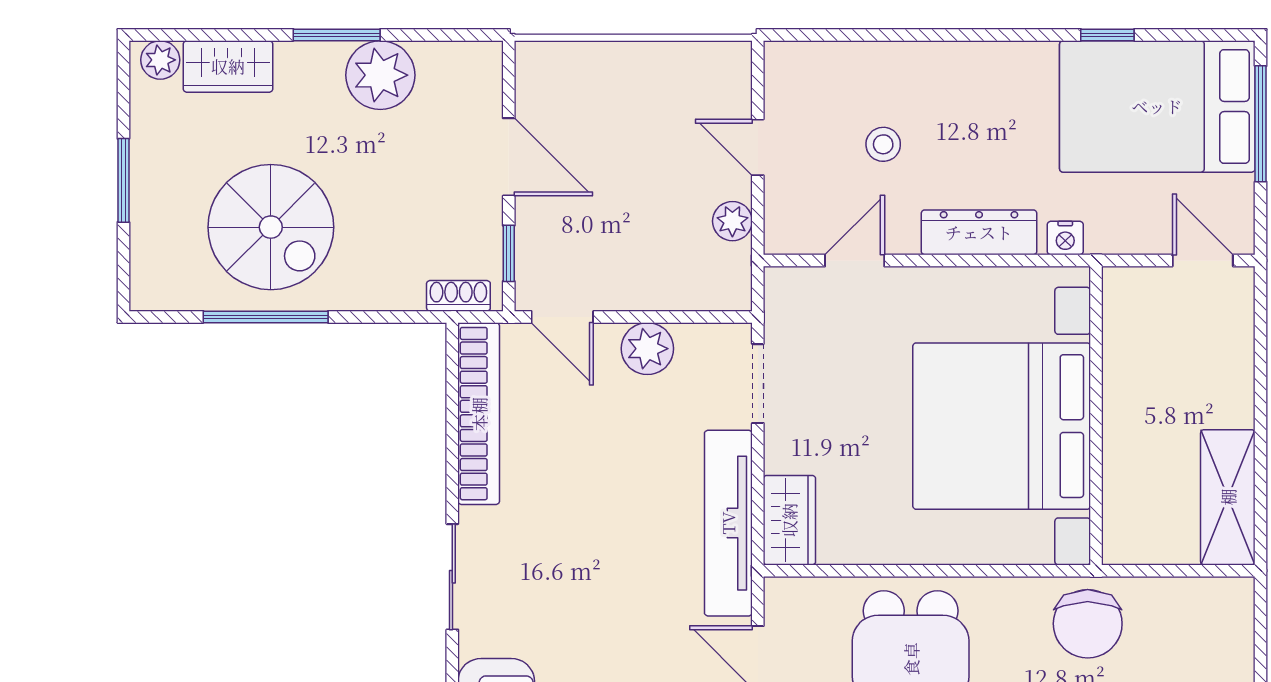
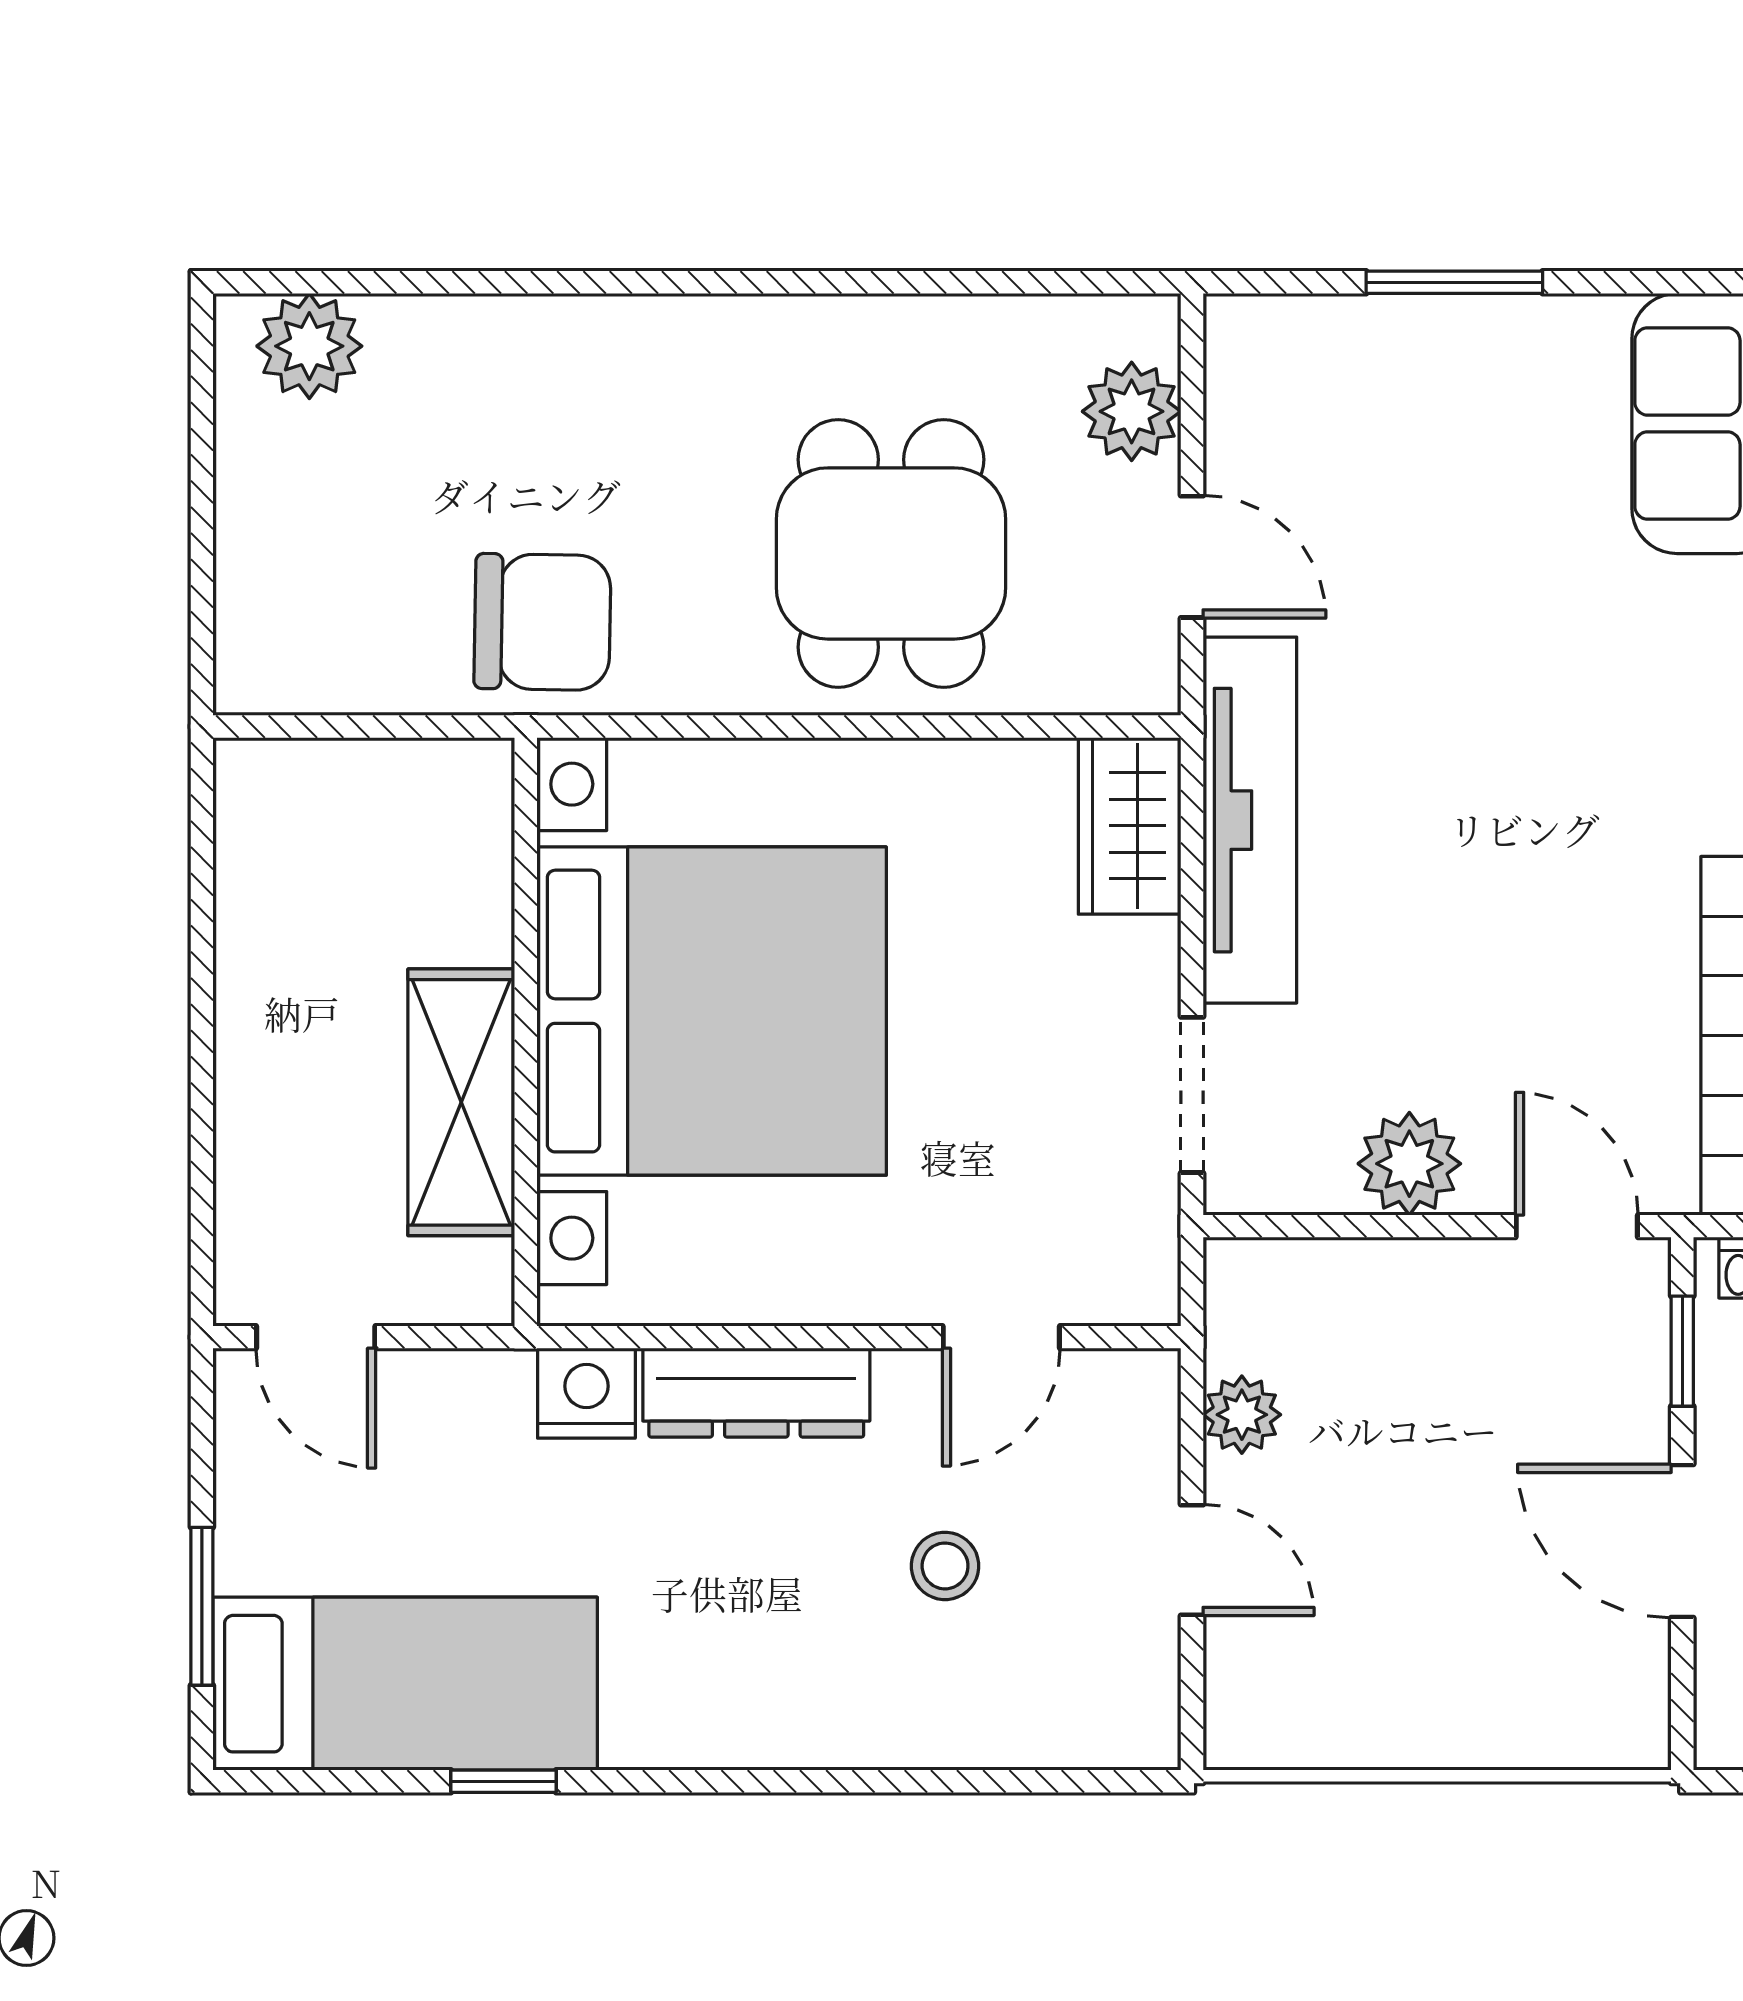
bed: (1157, 106) -> (405, 1684), width x0.67
window: (1261, 124) -> (202, 1606), width x0.69
nightstand: (1065, 238) -> (586, 1393), width x1.39, depth x1.35
shelving: (1228, 497) -> (461, 1102), moved
chair: (1088, 624) -> (542, 622), turned 91

